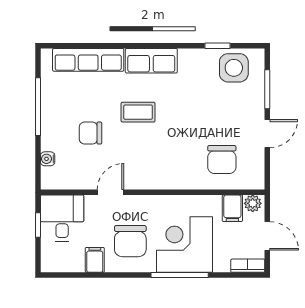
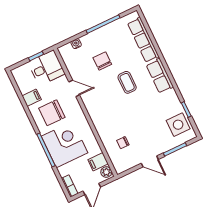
chair: (222, 160) -> (123, 143), width x0.54, depth x0.54

